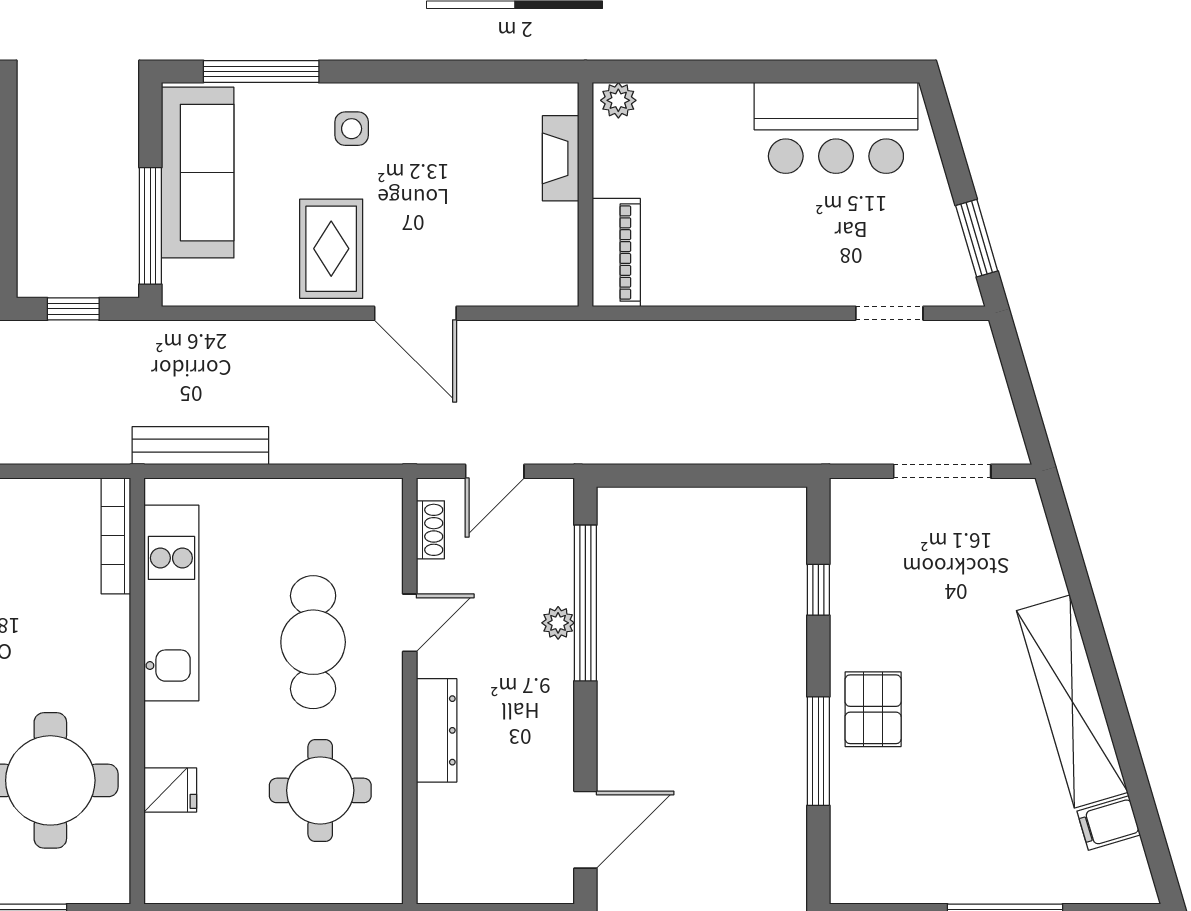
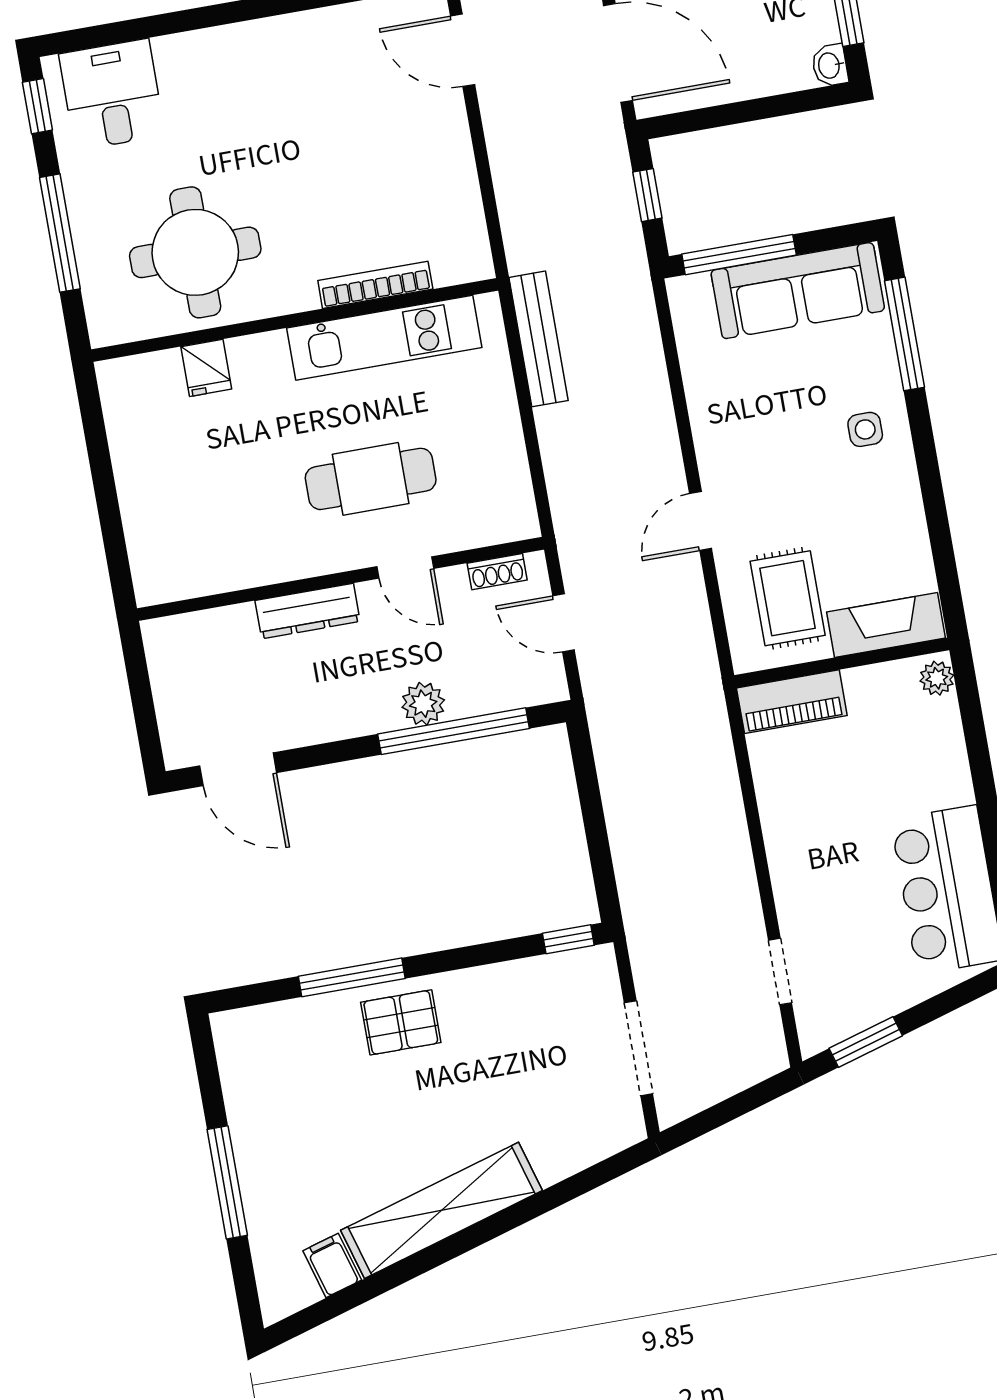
fireplace: (561, 158) -> (886, 625), width x1.37, depth x1.32
rug: (331, 249) -> (788, 598), moved, turned 90
door: (415, 313) -> (701, 521), width x0.73
bookcase: (116, 536) -> (375, 285), moved
window: (818, 590) -> (568, 939), moved
plant: (558, 623) -> (423, 704), width x1.38, depth x1.38
round table: (320, 790) -> (231, 511), removed

